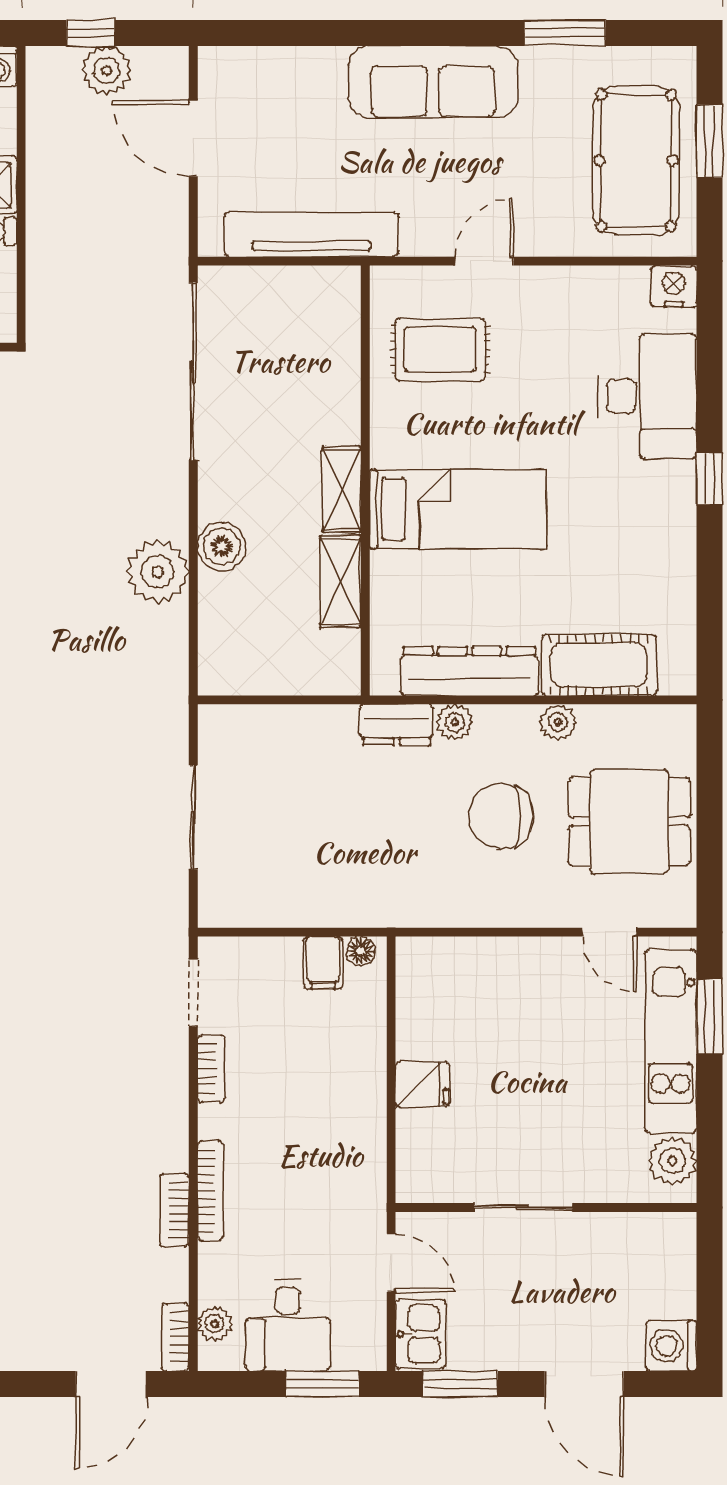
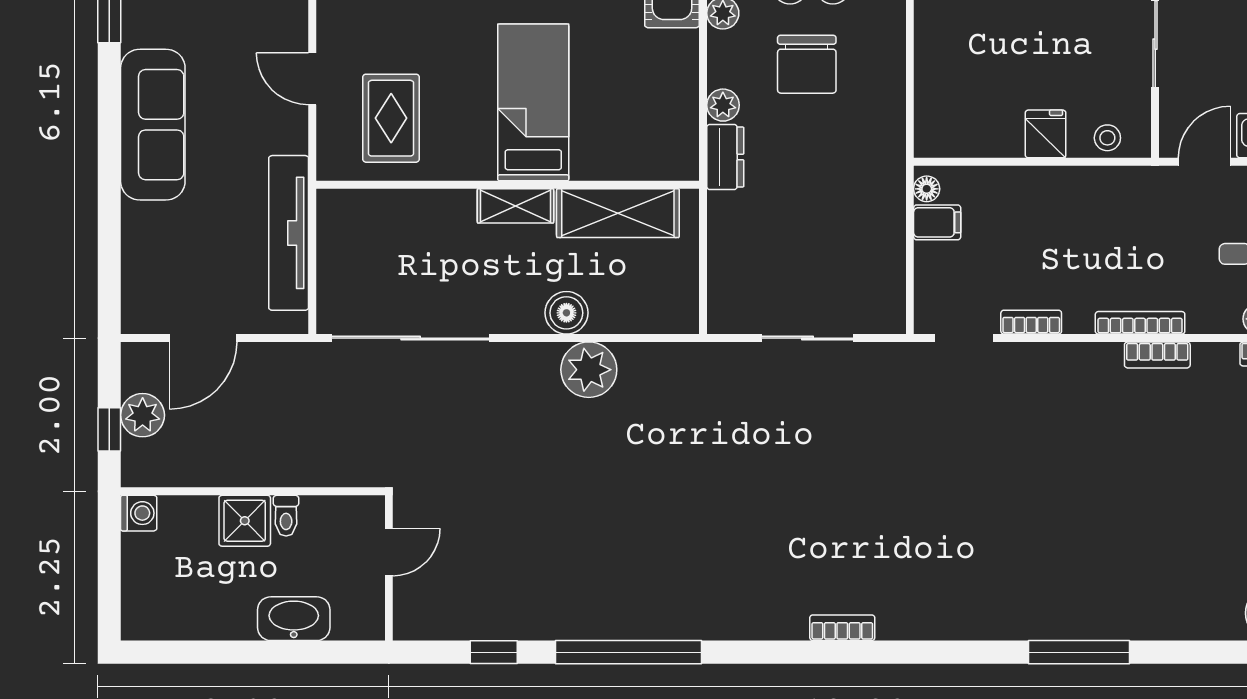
shelving: (340, 581) -> (618, 213), width x1.50, depth x1.33
dresser: (470, 671) -> (677, 92), removed
stool: (418, 1154) -> (1107, 138), added

